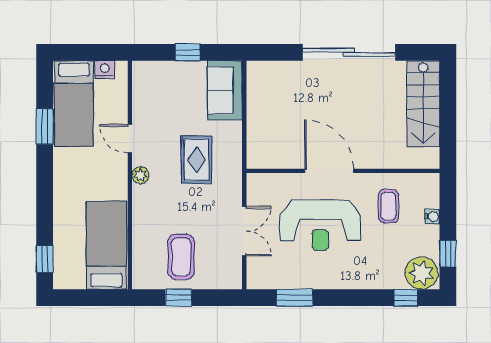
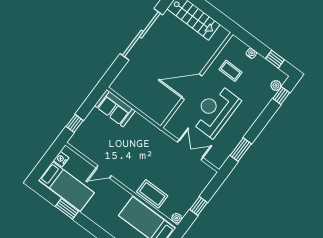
window: (187, 52) -> (75, 123), moved
rug: (197, 160) -> (138, 147), removed
plant: (140, 175) -> (177, 218), moved
reception desk: (320, 225) -> (215, 111), turned 180
coffee table: (181, 257) -> (152, 194), moved
plant: (422, 273) -> (276, 85), width x0.53, depth x0.53

